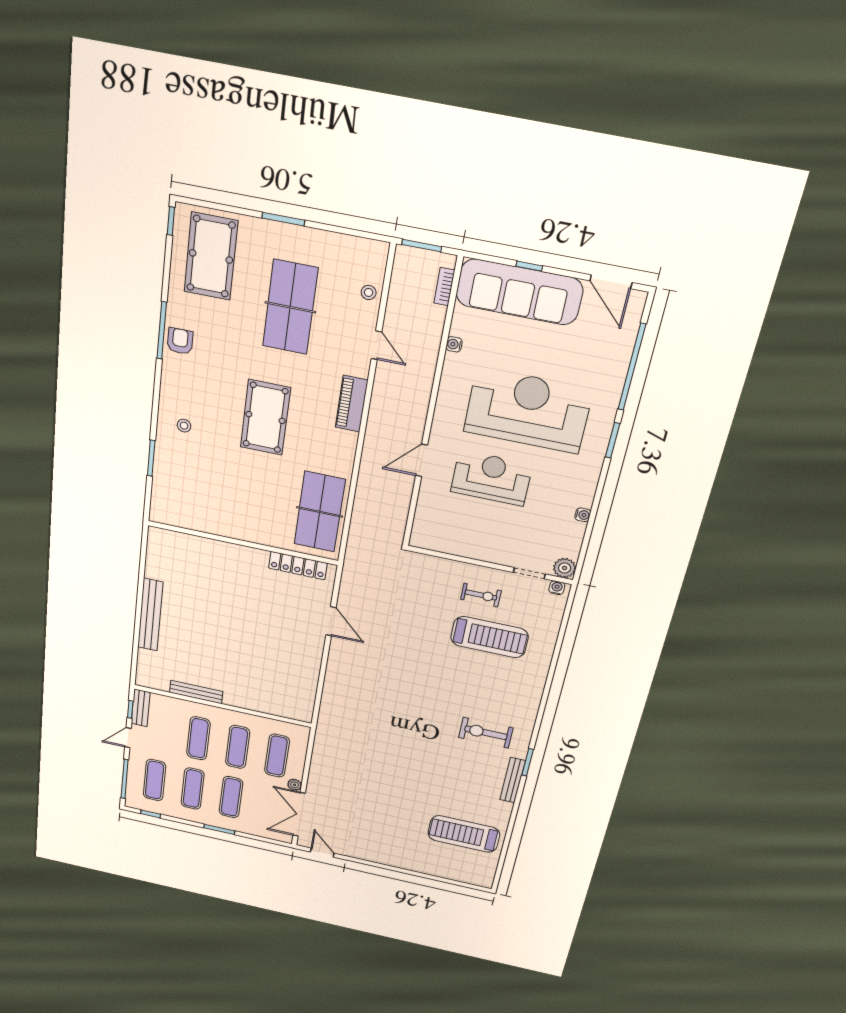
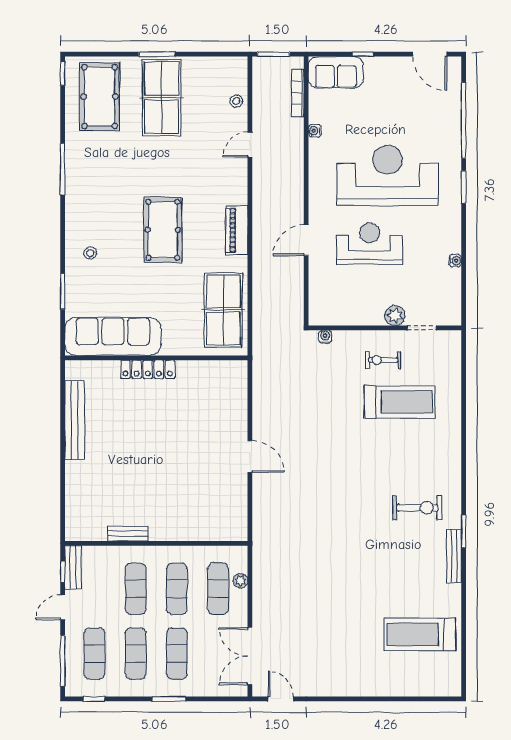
bookcase: (444, 287) -> (298, 93), width x1.56
sofa: (519, 292) -> (336, 72), width x0.54, depth x0.79
table tennis table: (290, 307) -> (162, 98), moved
armchair: (180, 341) -> (80, 175), removed
door: (376, 345) -> (250, 145), swing flipped
piano: (352, 404) -> (237, 230), moved
sofa: (200, 513) -> (113, 336), added
locker: (298, 566) -> (148, 369), moved
plant: (565, 568) -> (395, 315), moved
water cooler: (557, 588) -> (325, 337), moved
exercise bike: (481, 595) -> (383, 360), turned 180
bench: (150, 615) -> (75, 420), moved
door: (331, 621) -> (250, 456), moved
bench: (196, 692) -> (128, 534), width x0.73
exercise bike: (486, 733) -> (417, 508), turned 180
plant: (294, 785) -> (240, 581), moved

